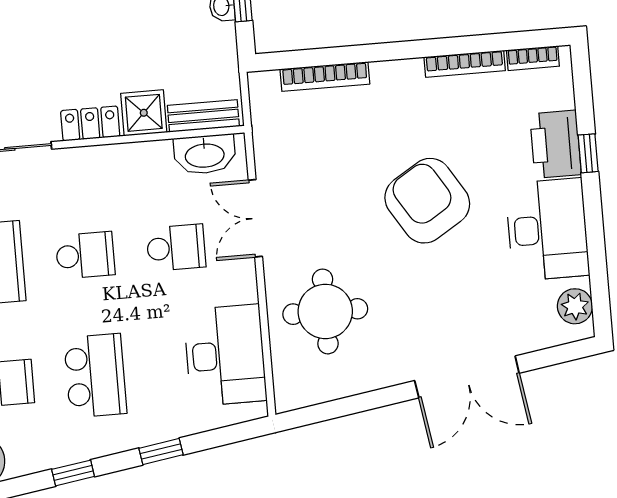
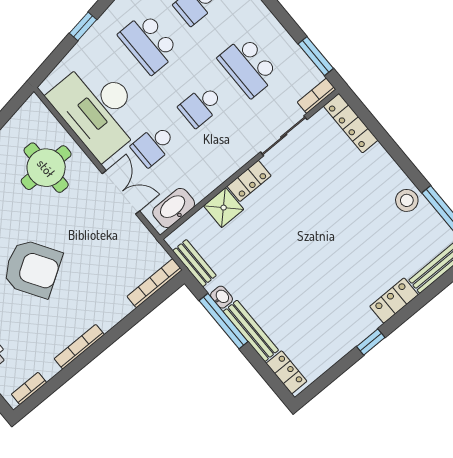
bookcase: (465, 64) -> (79, 347), moved
bookcase: (325, 77) -> (155, 283), moved
bench: (203, 116) -> (194, 263), moved, turned 90
desk: (225, 355) -> (98, 109), width x1.36, depth x1.30

